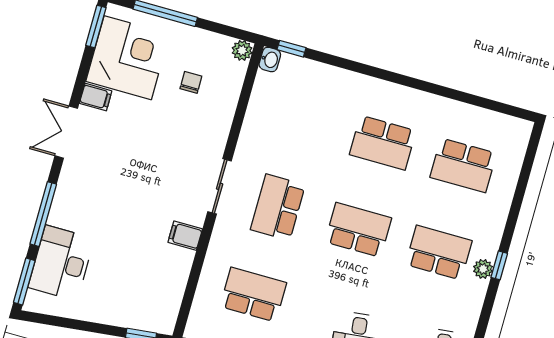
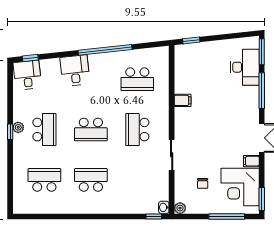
sliding door: (220, 186) -> (172, 155), moved
school desk: (278, 207) -> (137, 130), turned 180
school desk: (439, 253) -> (44, 130), turned -90

